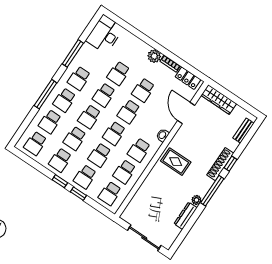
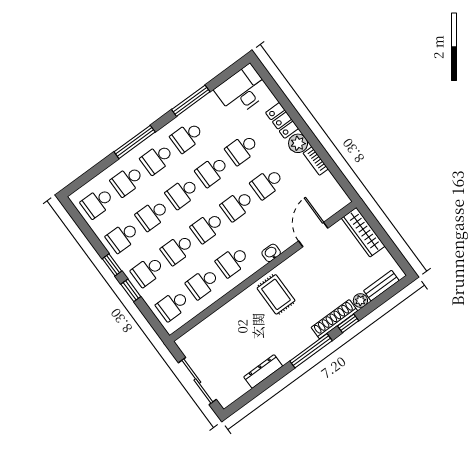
locker: (188, 78) -> (282, 120), moved
plant: (196, 200) -> (360, 301), moved

